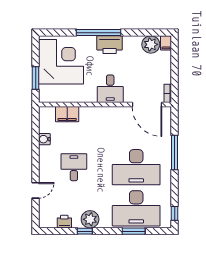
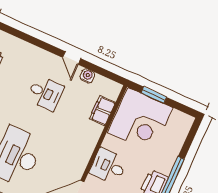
corner desk: (61, 62) -> (140, 120), moved
door: (36, 190) -> (72, 58), moved

